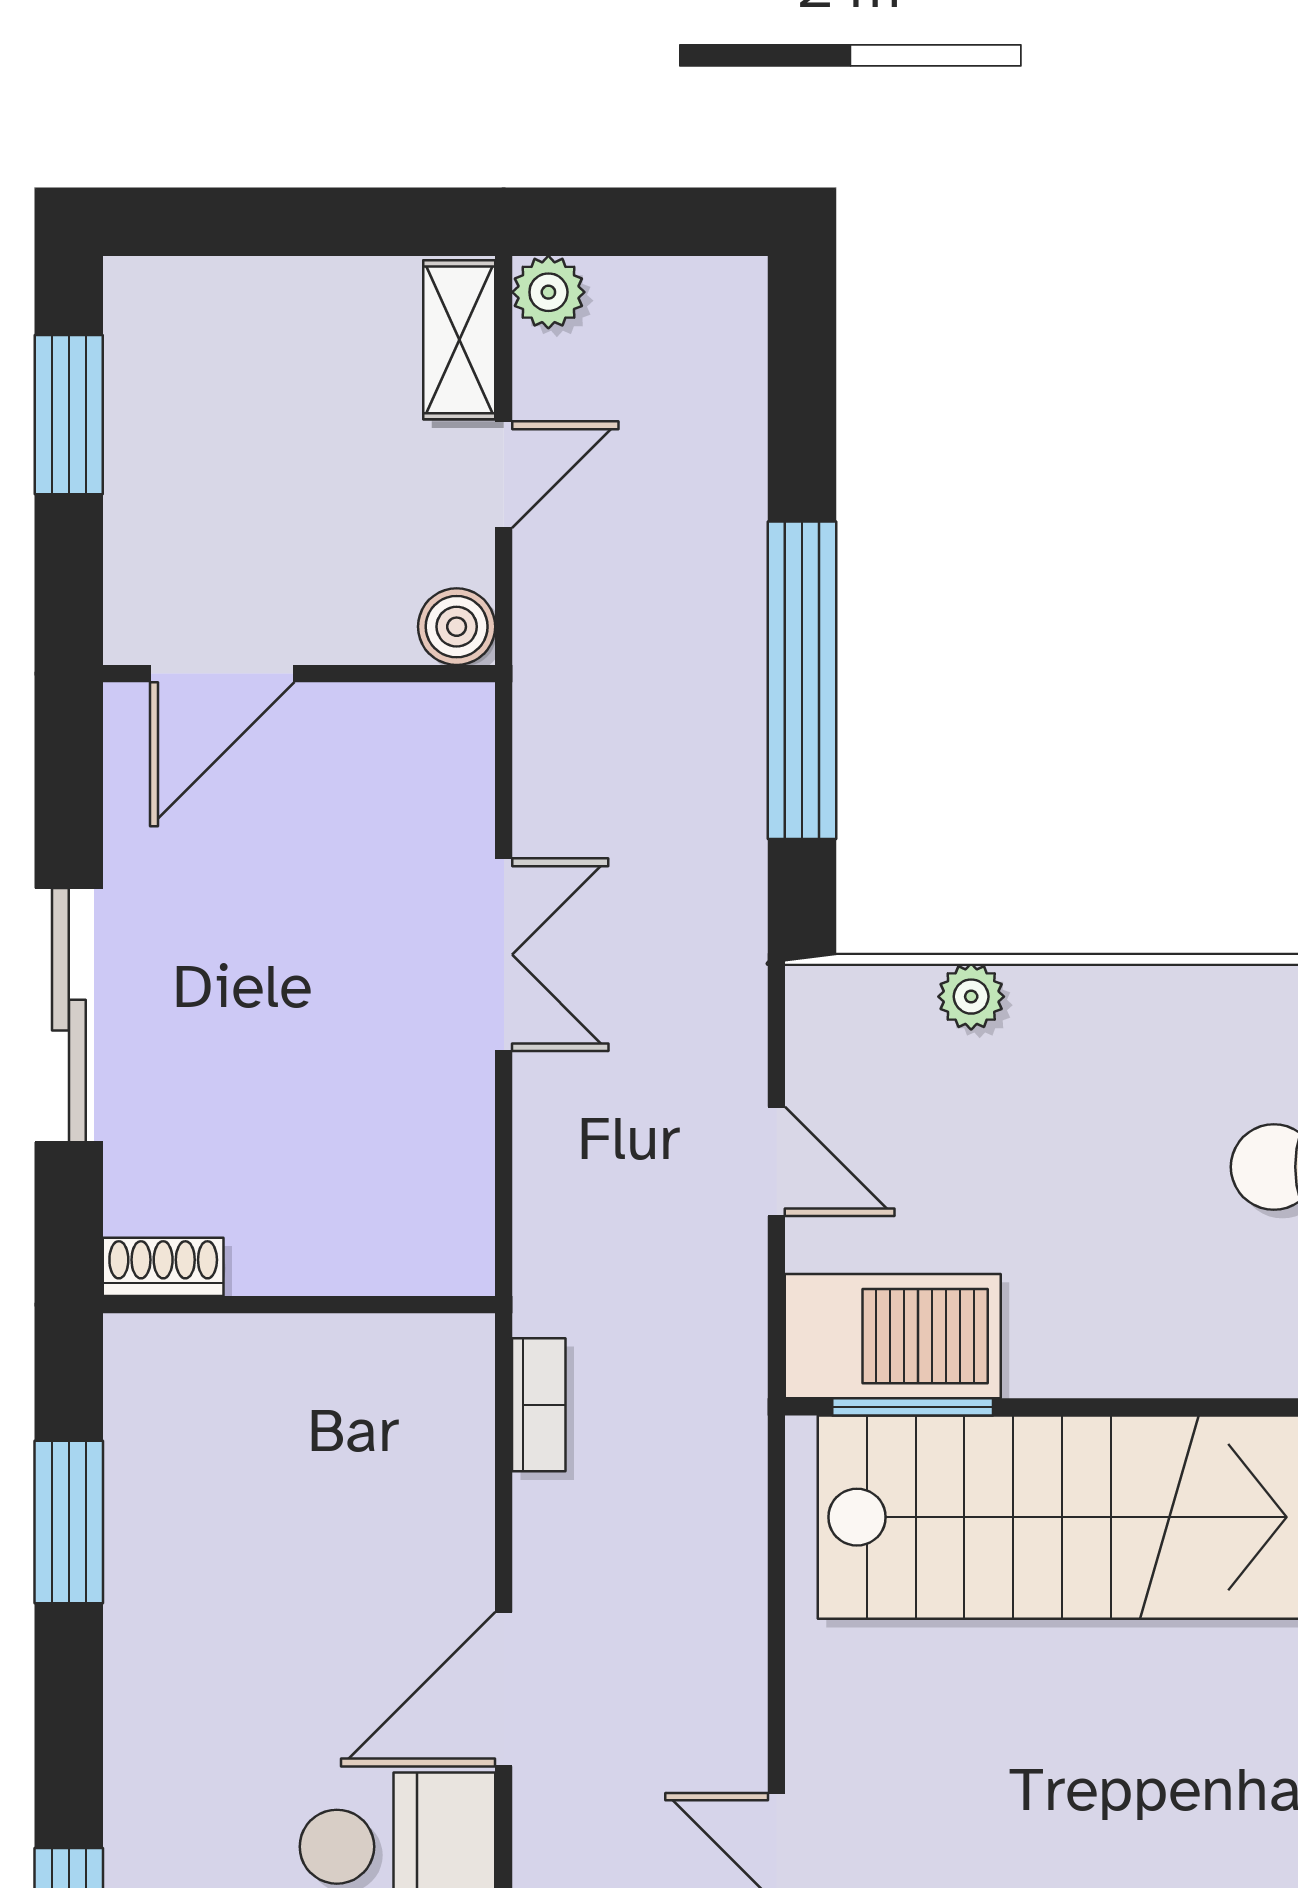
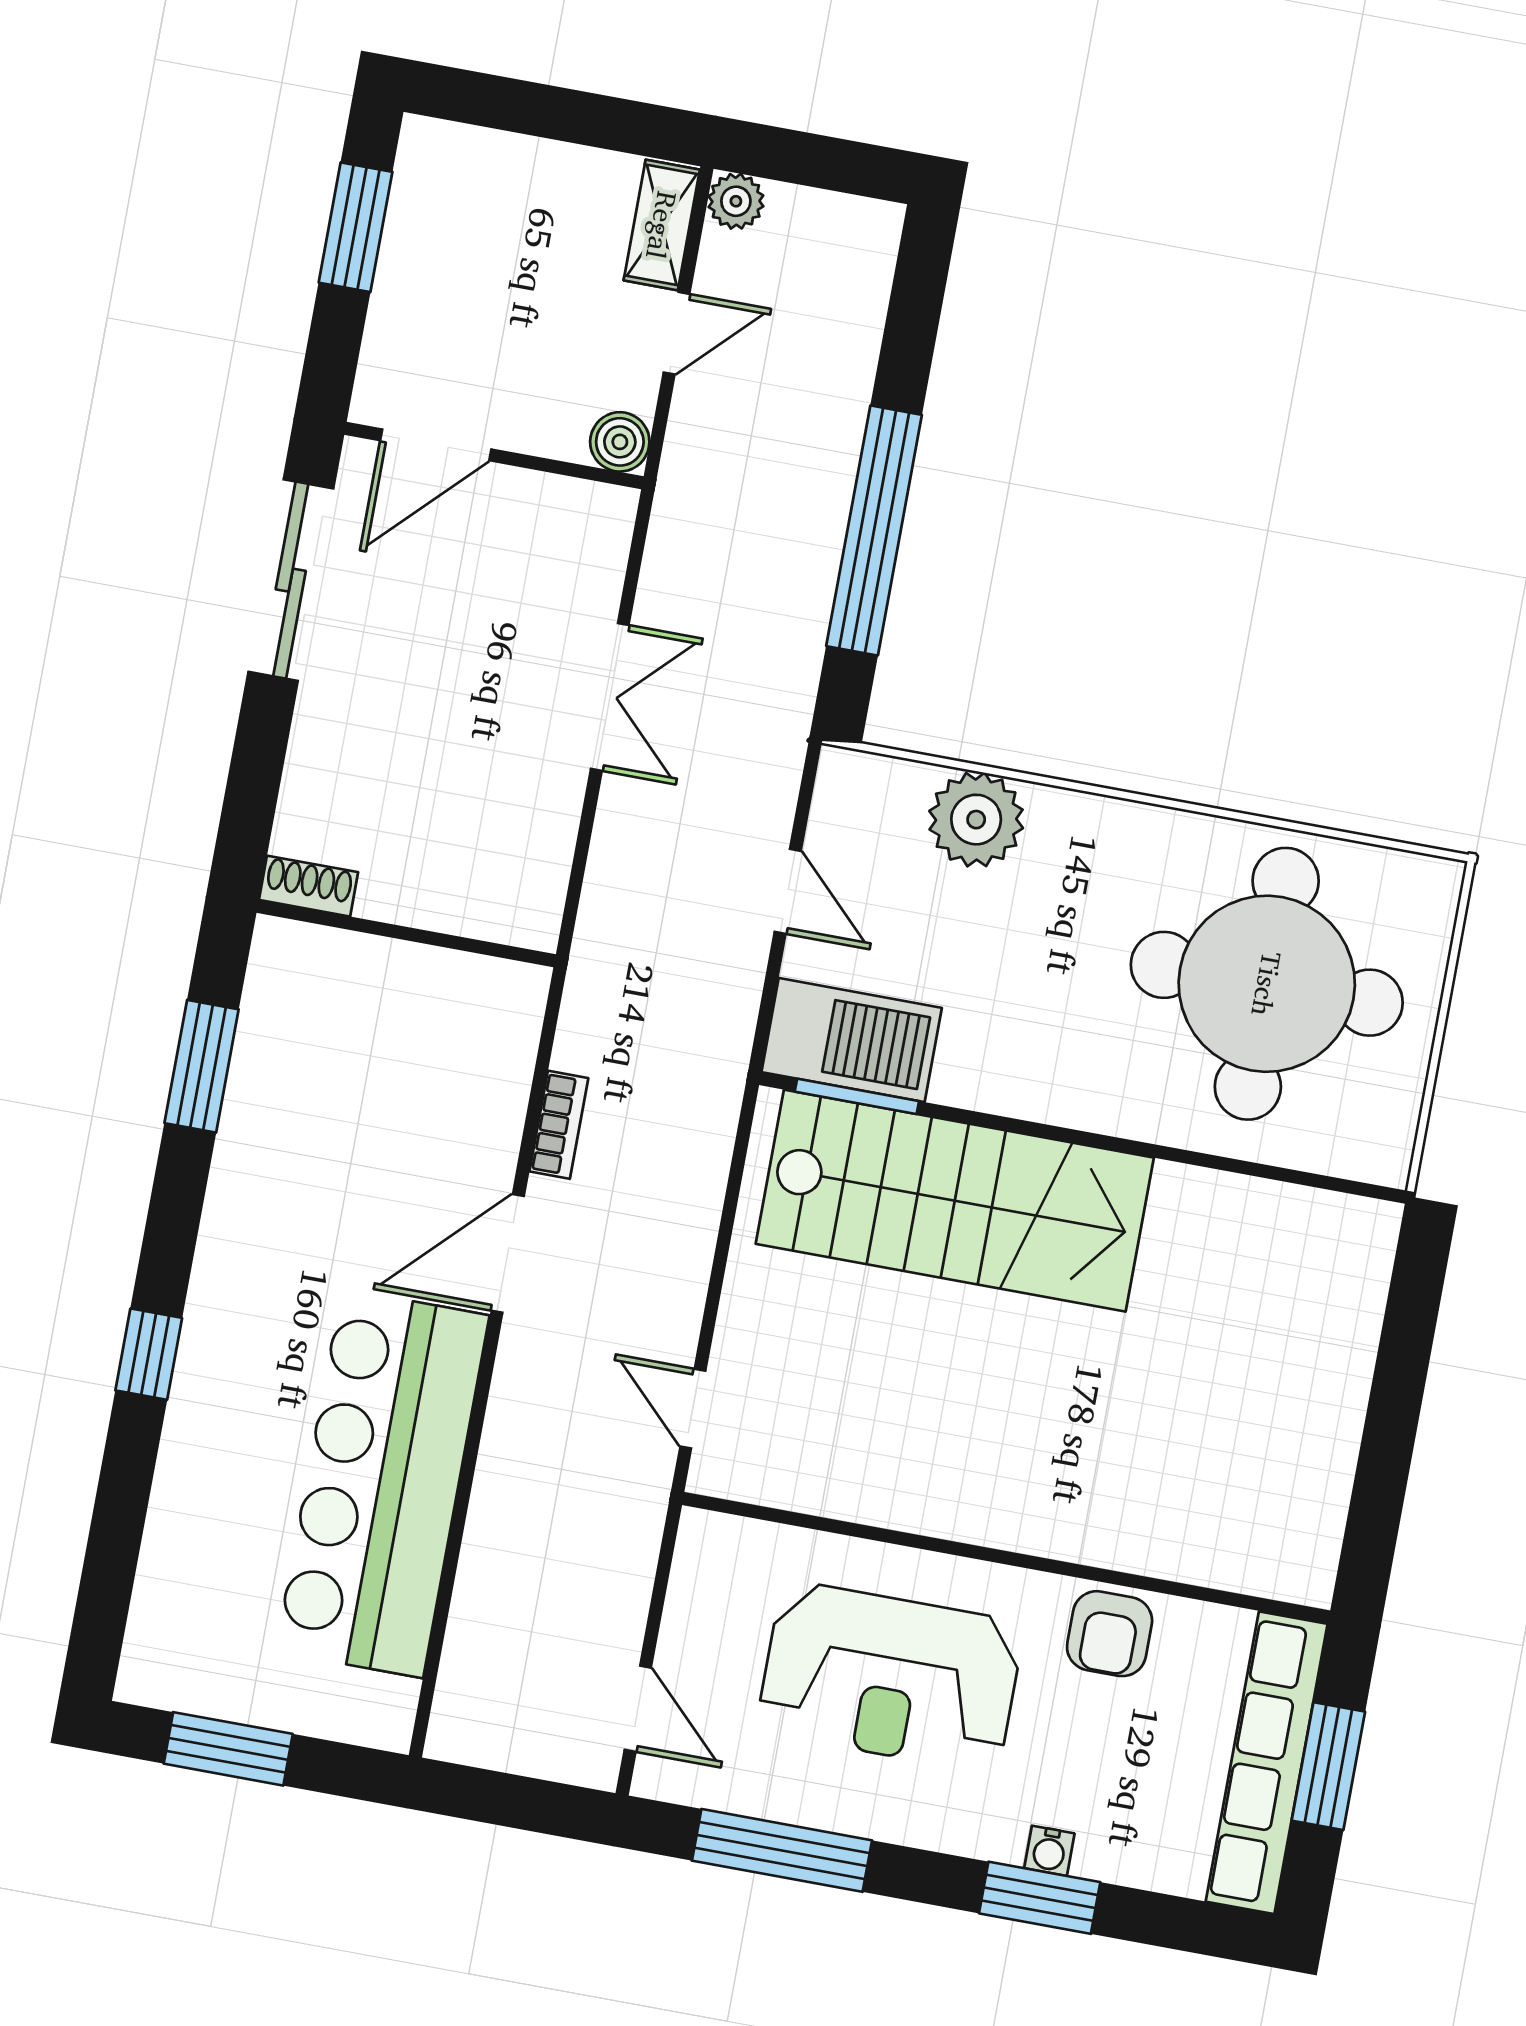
plant: (971, 997) -> (976, 820), width x1.87, depth x1.87
sliding door: (69, 1015) -> (291, 580), moved
bookcase: (539, 1405) -> (559, 1125), moved

